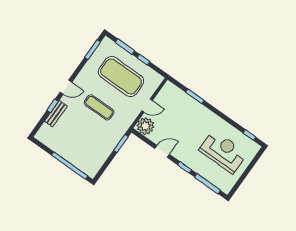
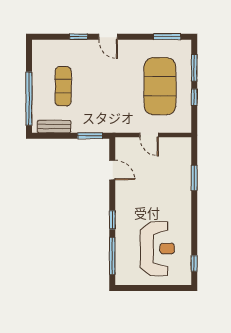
exercise mat: (99, 107) -> (63, 86), moved
bench: (56, 114) -> (54, 127), moved
plant: (145, 126) -> (126, 148), removed
door: (162, 151) -> (112, 170), moved

